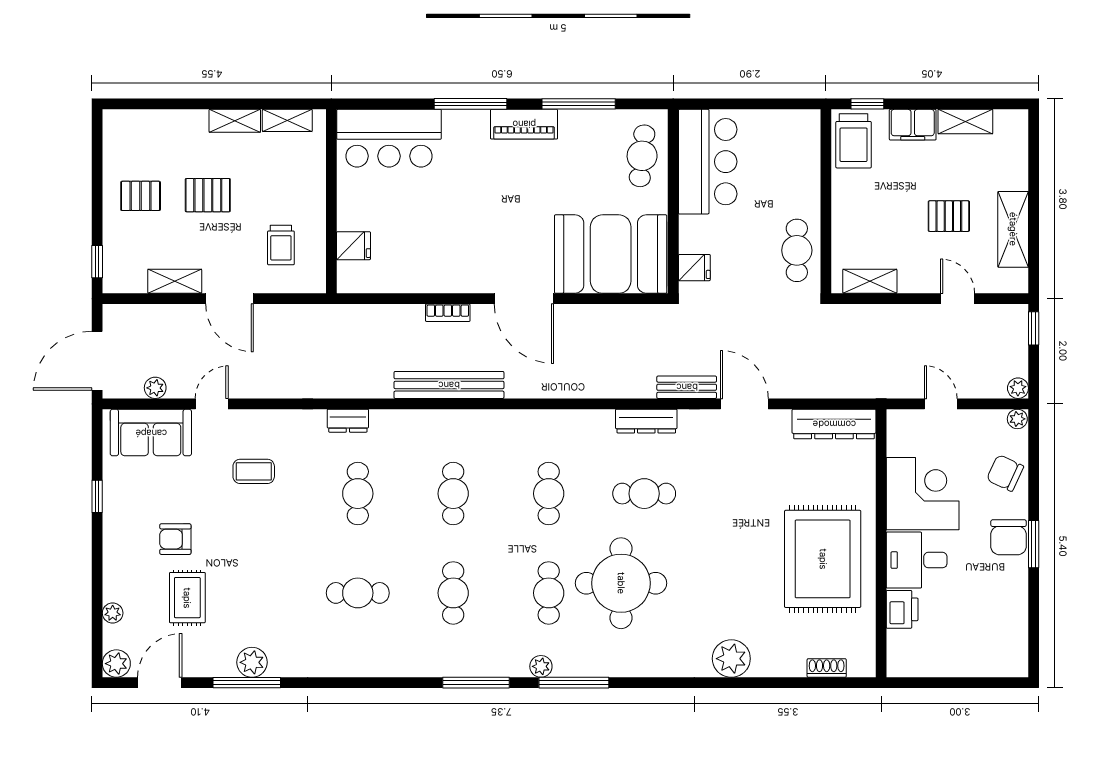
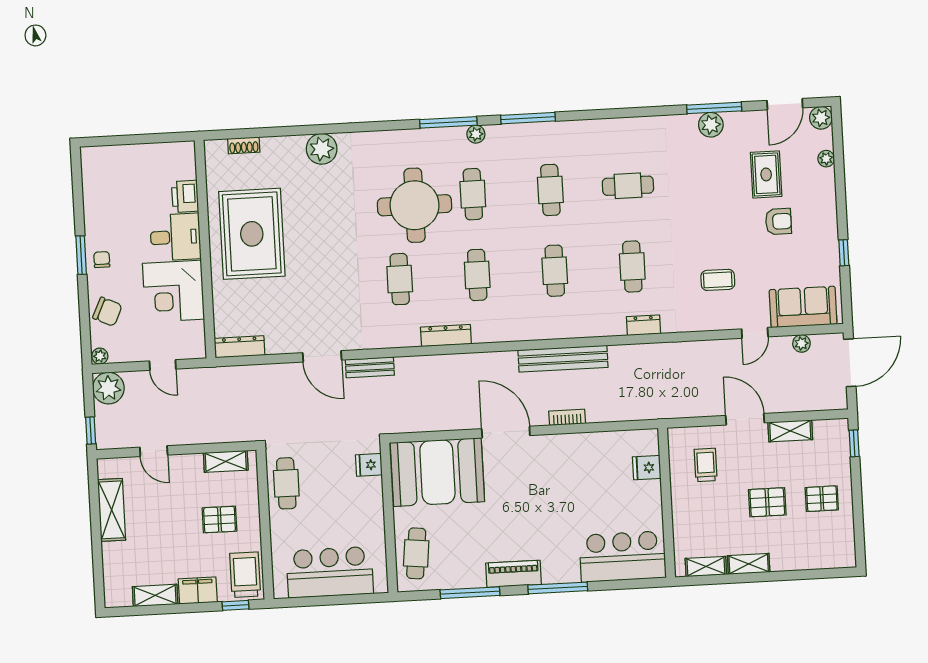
bar counter: (708, 162) -> (330, 572), moved, turned 90
pallet: (949, 216) -> (219, 520), moved
plant: (1018, 388) -> (108, 388), width x1.88, depth x1.88
dresser: (646, 421) -> (446, 336), moved
dresser: (834, 424) -> (240, 347), width x0.73, depth x0.80
cafe table: (644, 494) -> (400, 279), turned 90
chair: (1009, 537) -> (102, 260), width x0.54, depth x0.54

